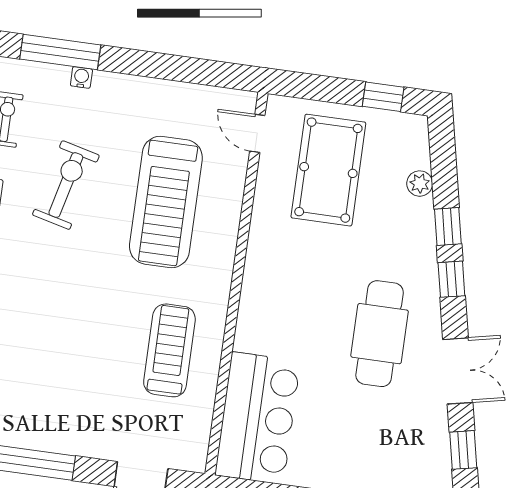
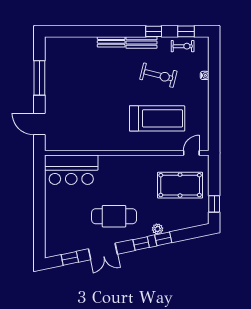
window: (60, 52) -> (214, 65), removed
plant: (420, 184) -> (158, 229), moved
treadmill: (166, 202) -> (157, 118), turned 180
treadmill: (169, 350) -> (95, 129), removed

